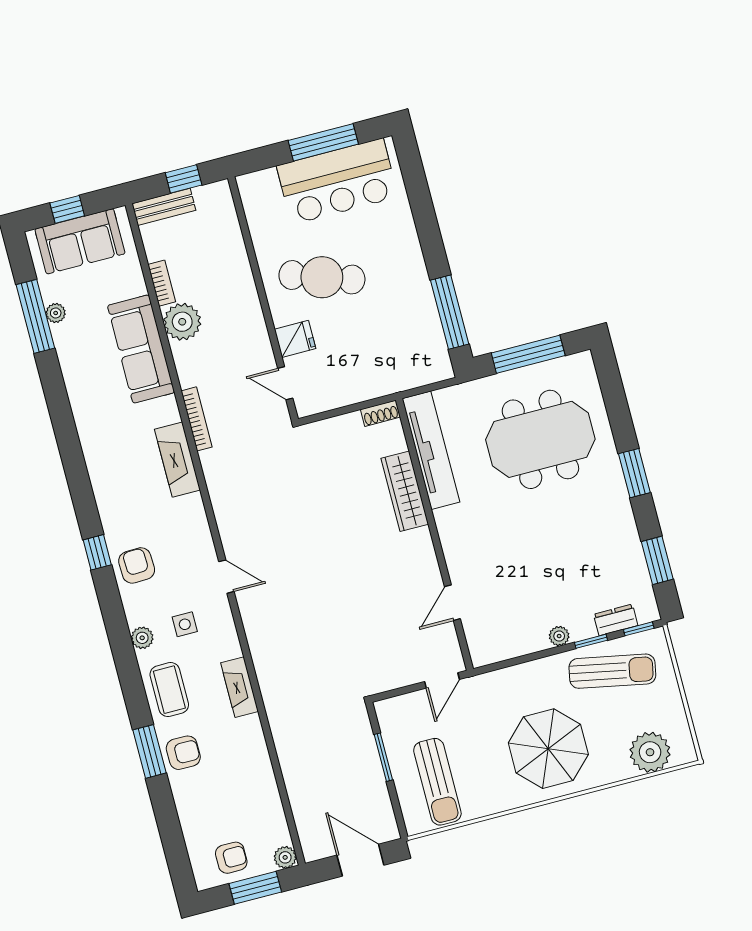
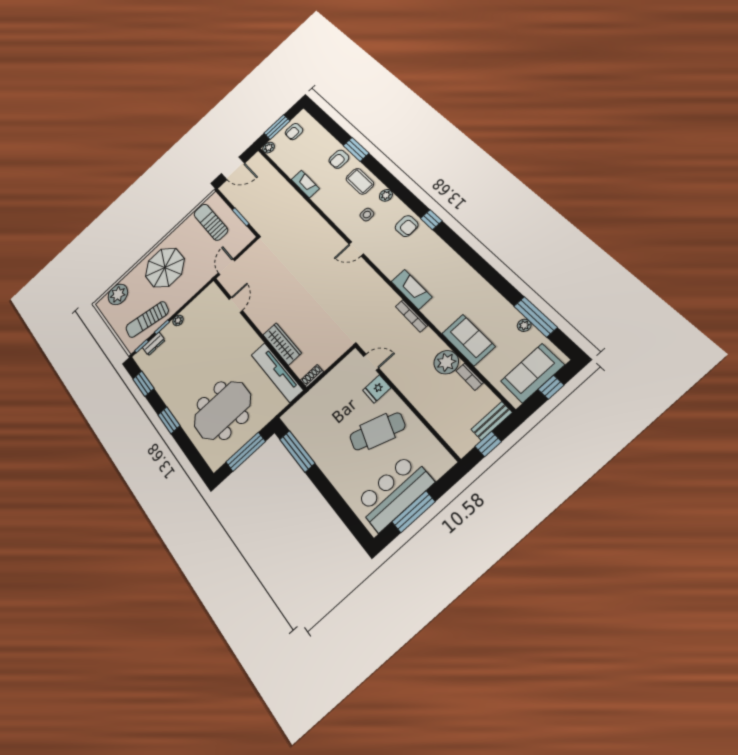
sofa: (141, 349) -> (468, 340), width x0.73
fireplace: (240, 687) -> (305, 184), moved

